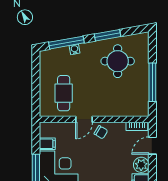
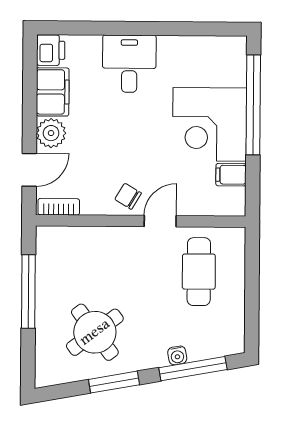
round table: (118, 61) -> (95, 332), turned -37

